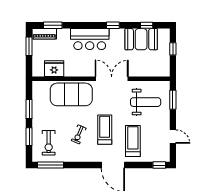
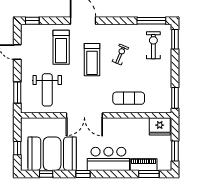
piano: (44, 34) -> (144, 165), moved
booth: (141, 39) -> (52, 154), width x1.36, depth x1.42
fridge: (54, 69) -> (160, 126), moved
exercise mat: (71, 94) -> (129, 98), width x0.50, depth x0.69
weight bench: (146, 102) -> (47, 90), turned -90
window: (29, 109) -> (175, 98), moved
window: (29, 137) -> (175, 39), moved

